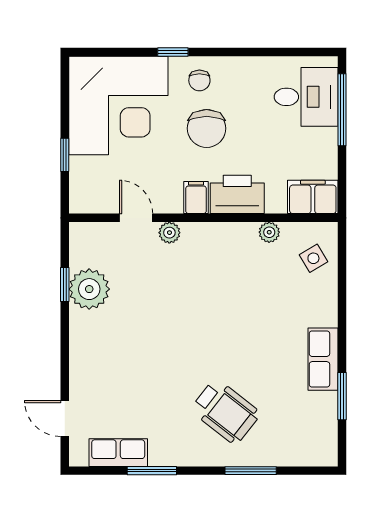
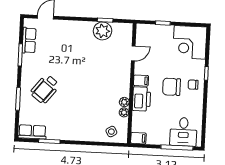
corner desk: (118, 106) -> (190, 42), width x0.74, depth x0.74
filing cabinet: (313, 197) -> (138, 138), width x0.50
plant: (169, 233) -> (124, 102), moved
row of seats: (323, 359) -> (32, 132), moved

